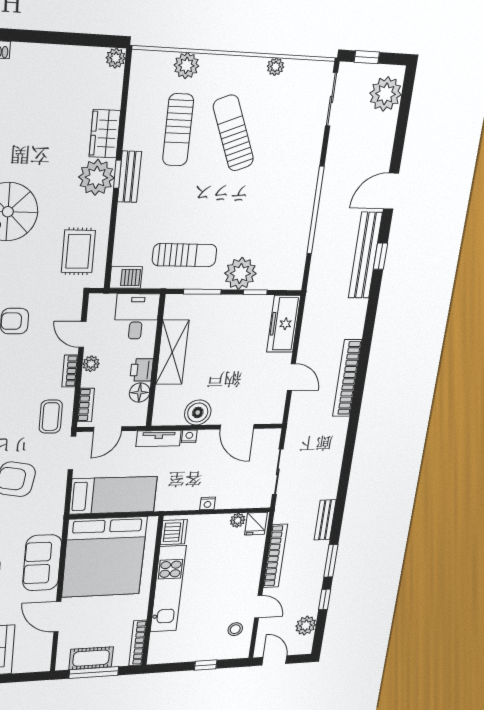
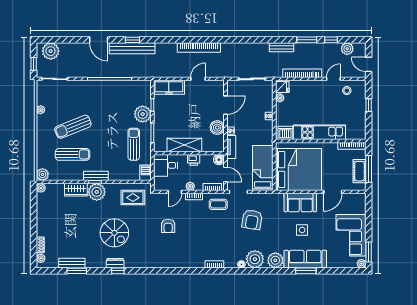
plant: (186, 66) -> (42, 174), moved
floor lamp: (140, 393) -> (219, 160), moved
door: (274, 660) -> (369, 64), hinge flipped

